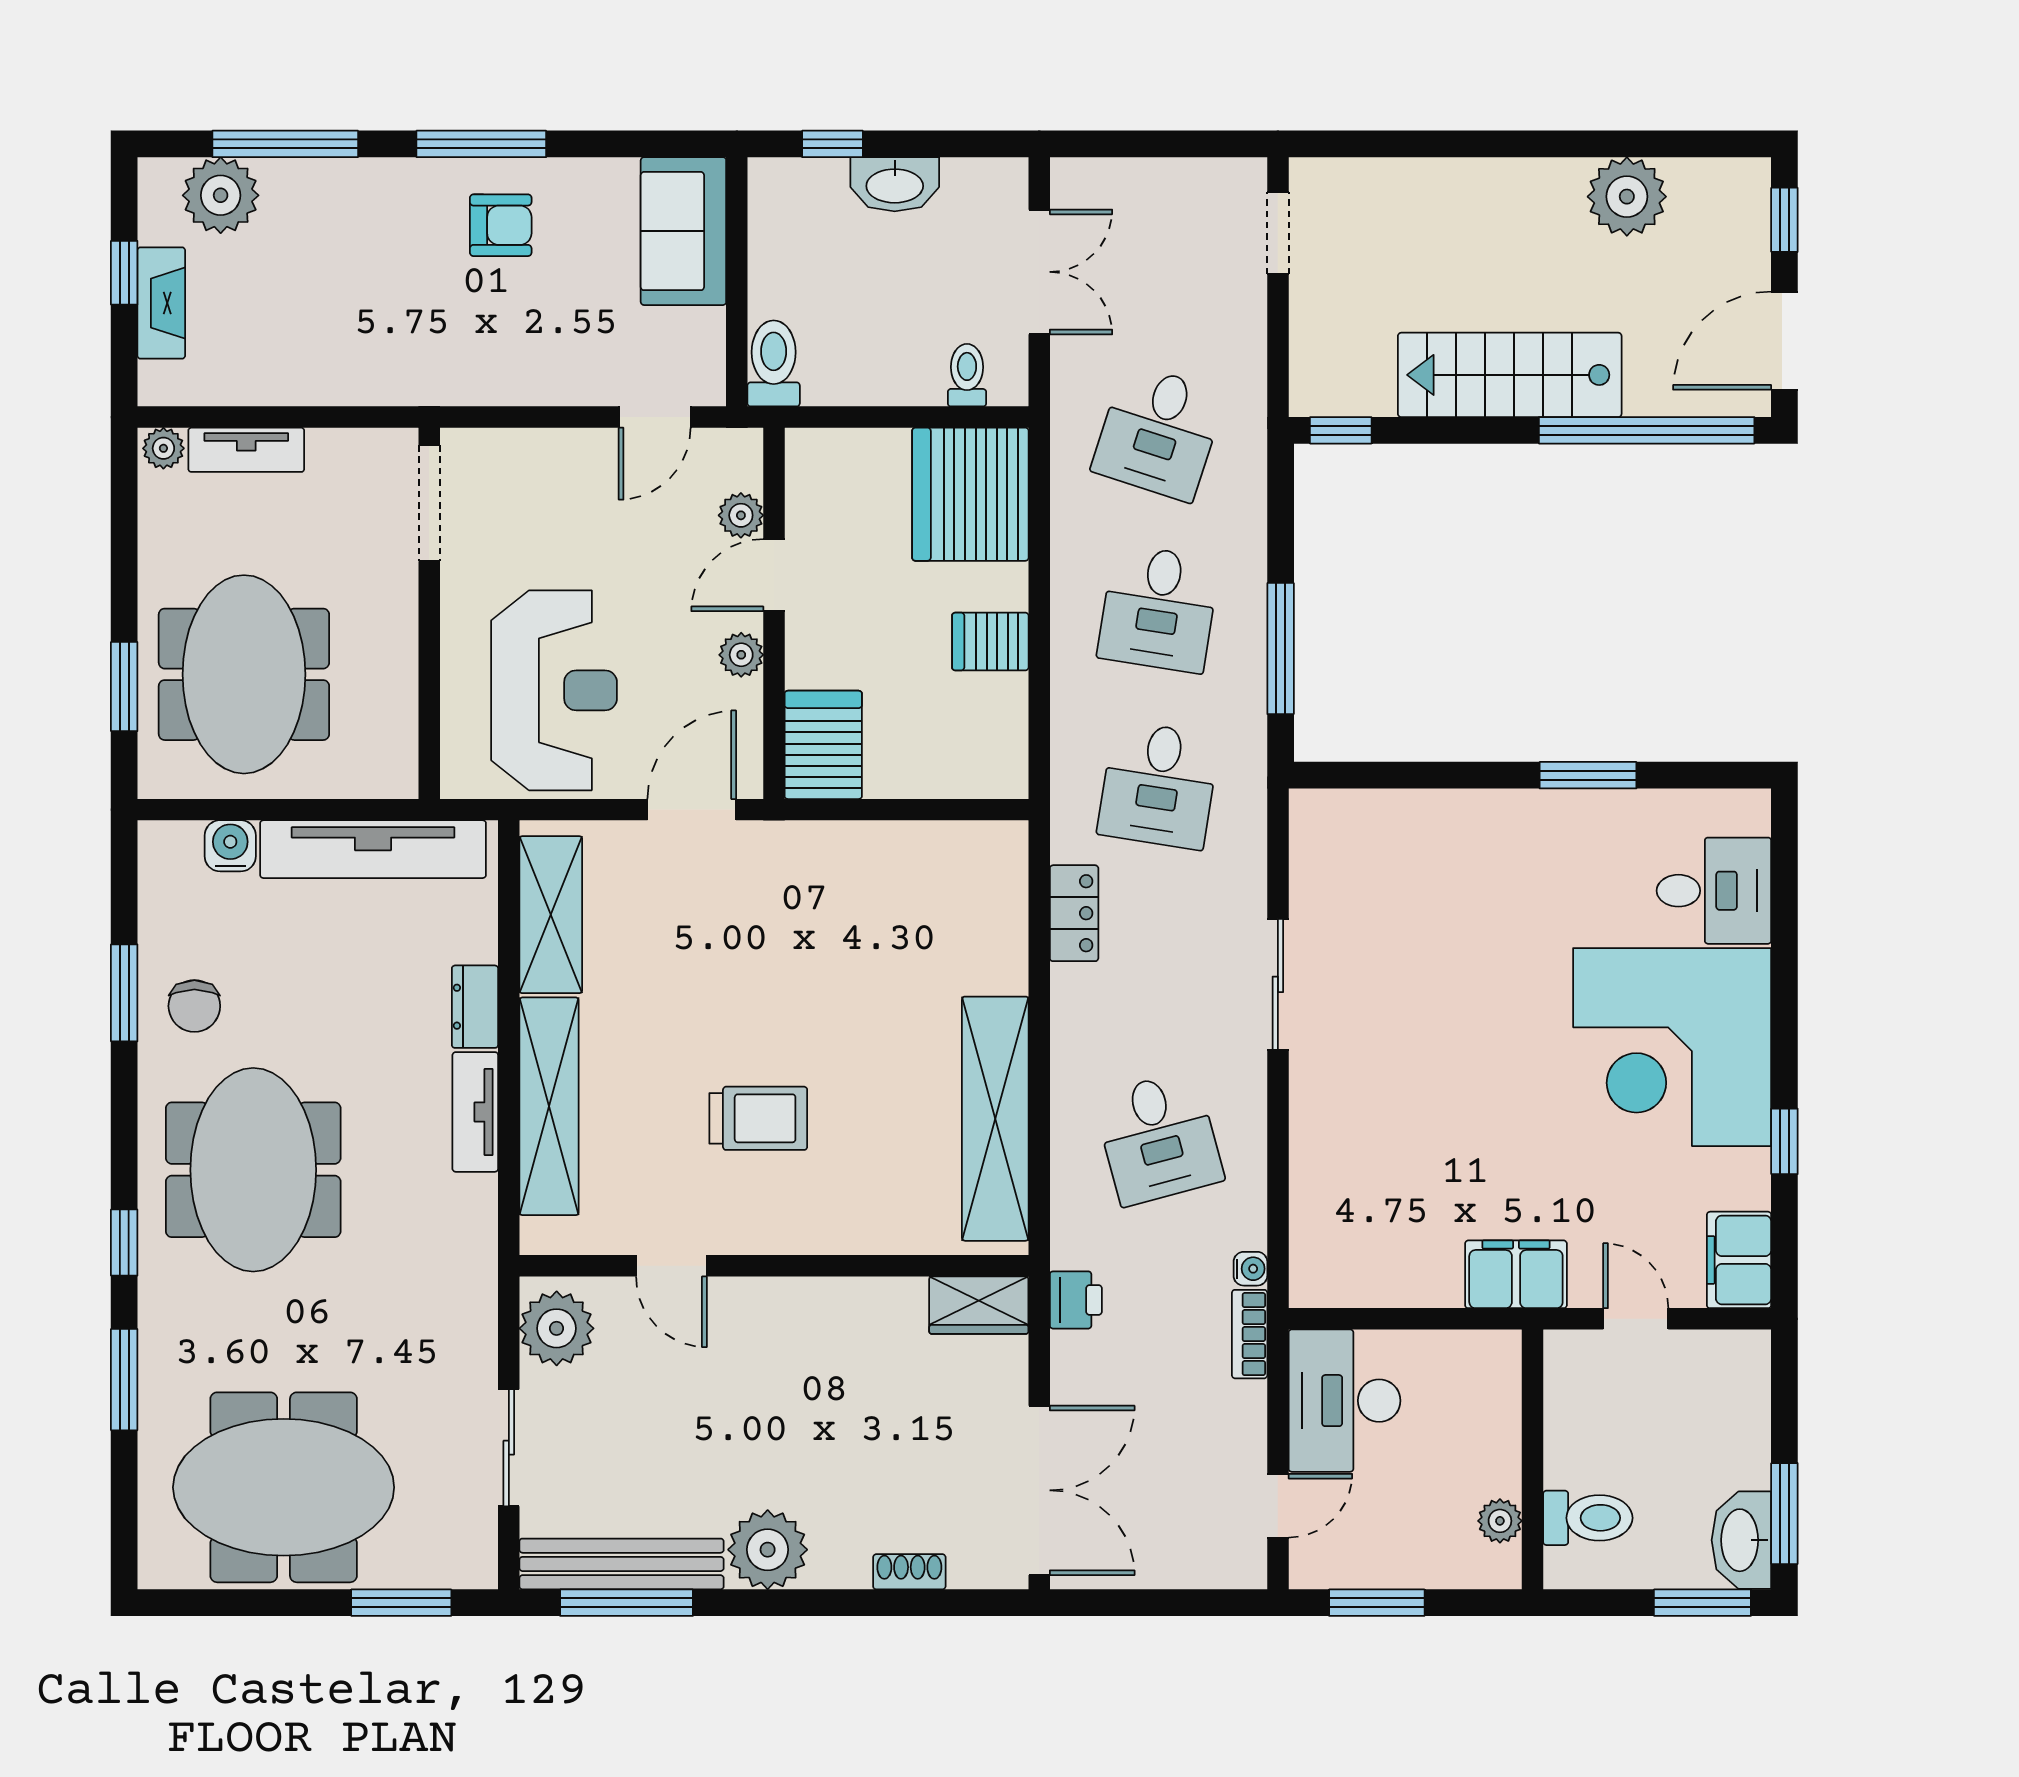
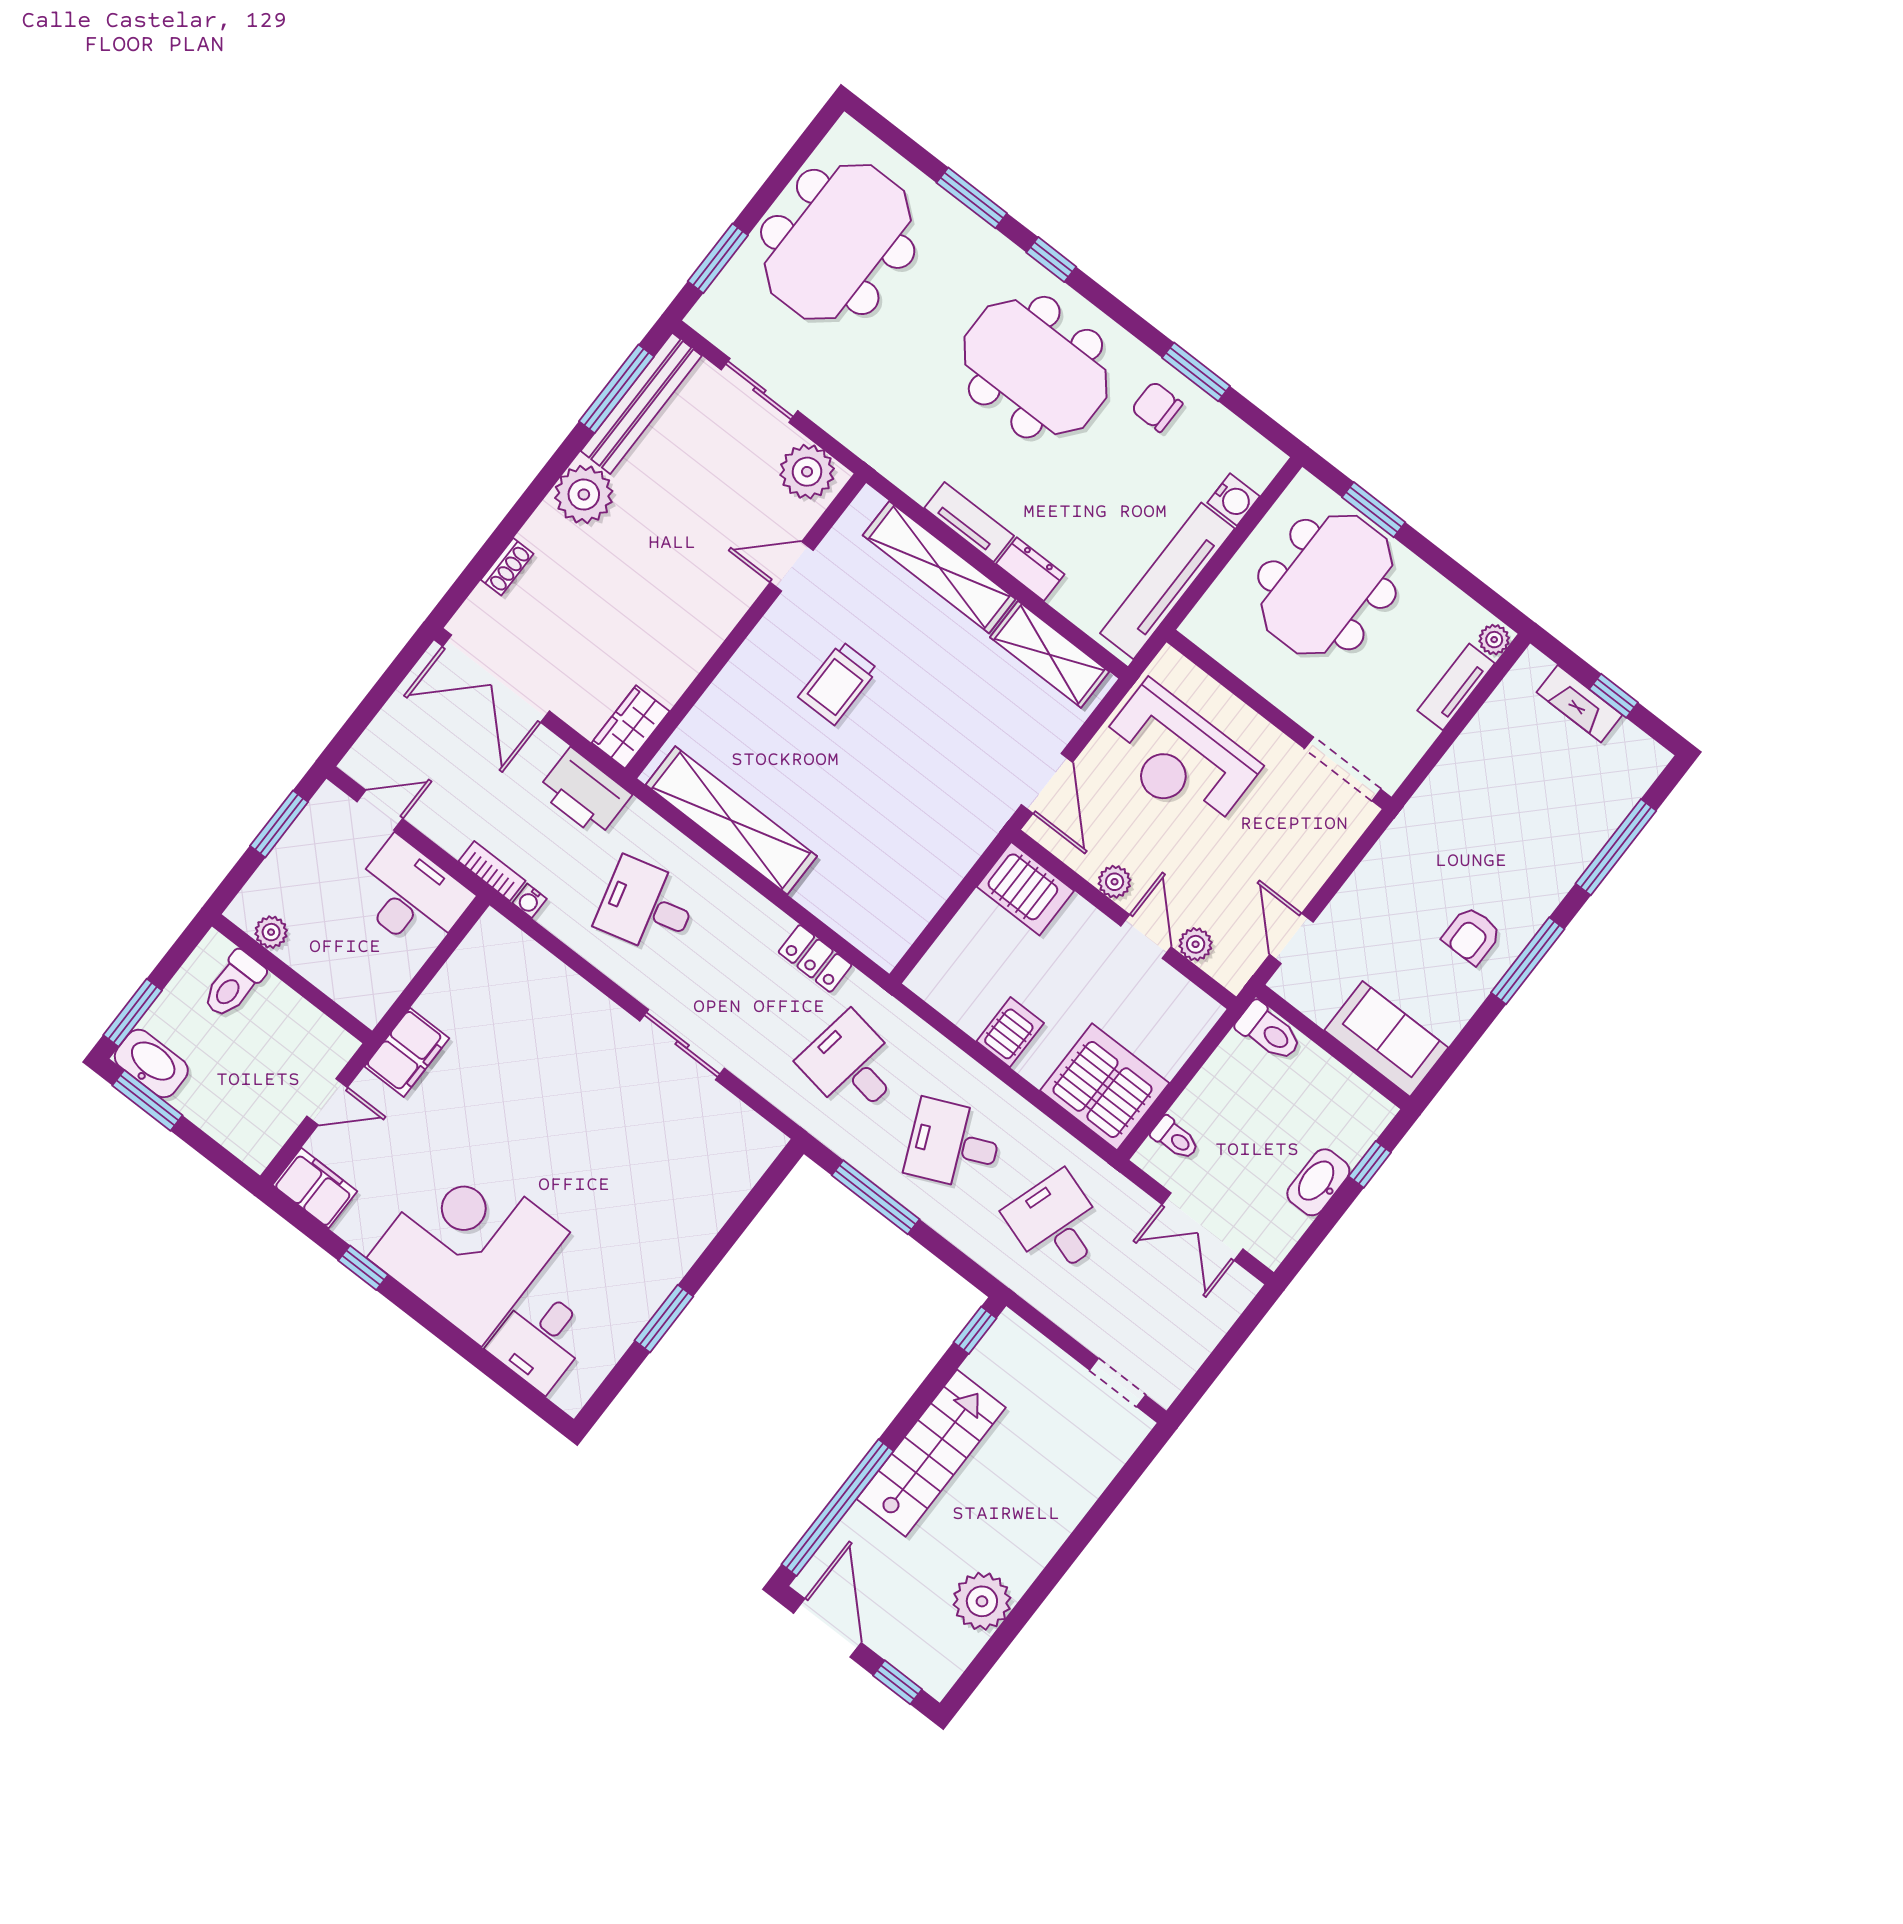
plant: (221, 195) -> (1615, 787), removed
desk: (1159, 609) -> (954, 1144), turned -33
meeting table: (244, 674) -> (1327, 585), turned 90
printer: (1076, 1300) -> (584, 793), width x1.87, depth x1.48
door: (1278, 1506) -> (380, 810), swing flipped

